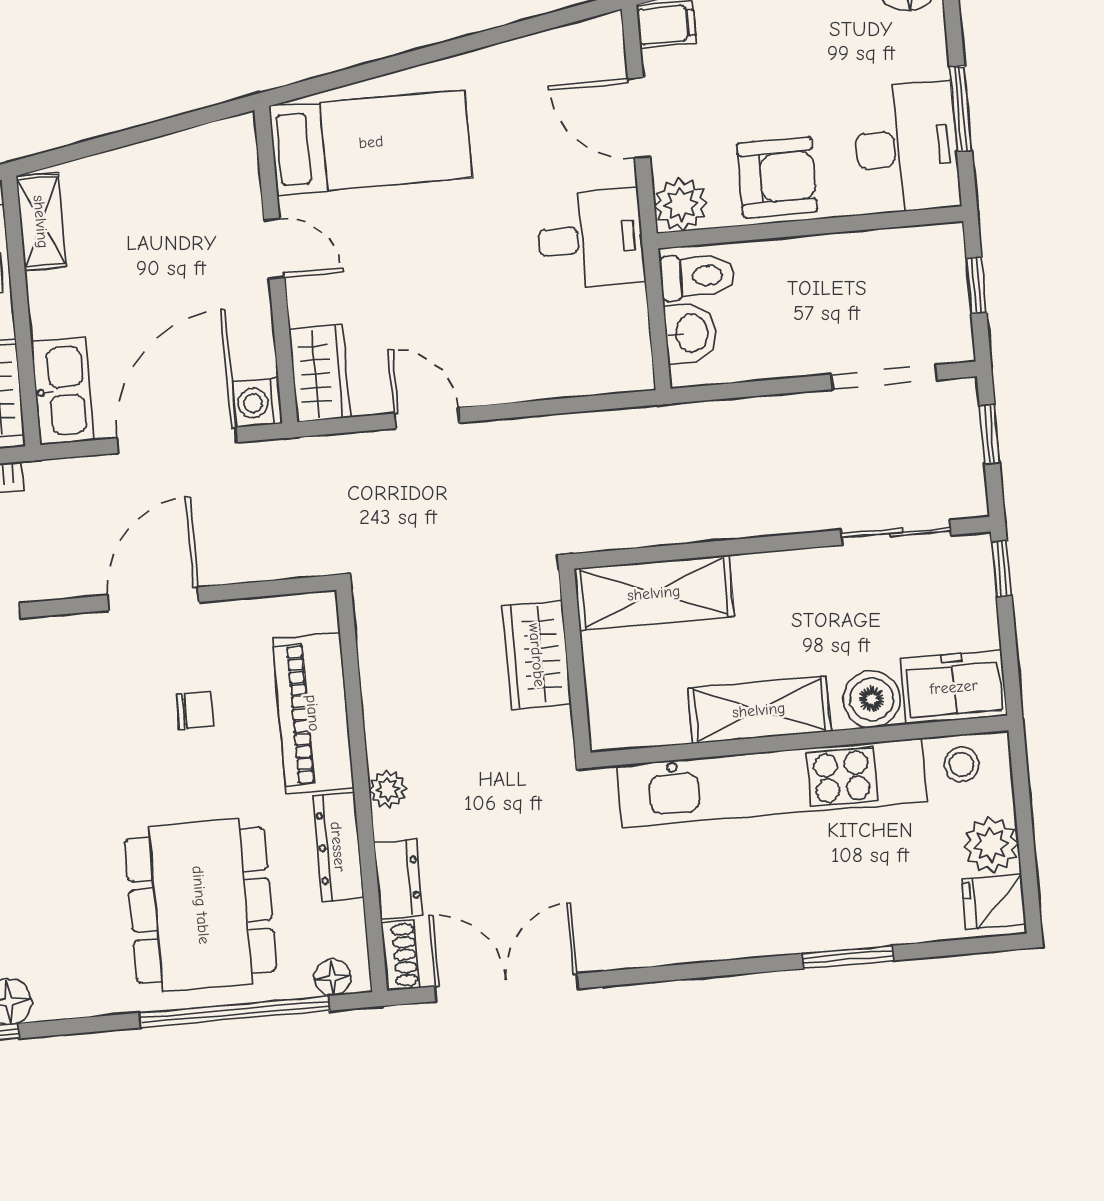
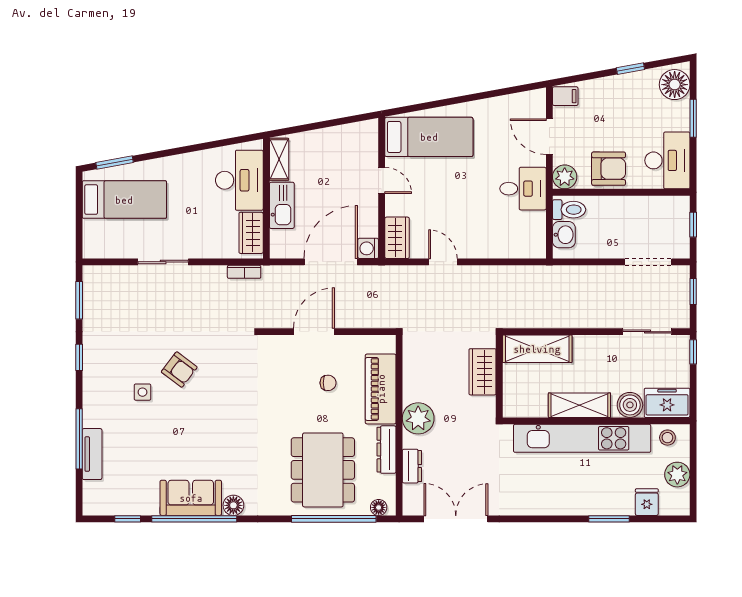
window: (961, 109) -> (693, 118), moved
kitchen sink: (63, 391) -> (282, 205), moved
plant: (388, 789) -> (418, 418), width x1.88, depth x1.88
fridge: (994, 902) -> (647, 502), moved, turned 90
shoe rack: (400, 955) -> (410, 500), removed

